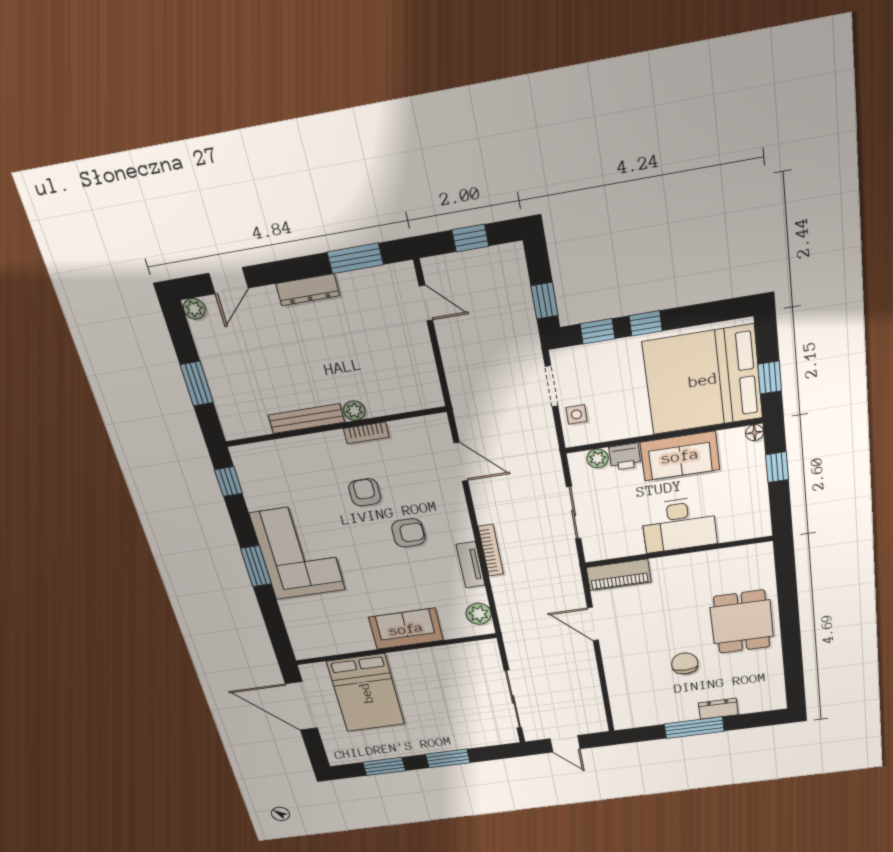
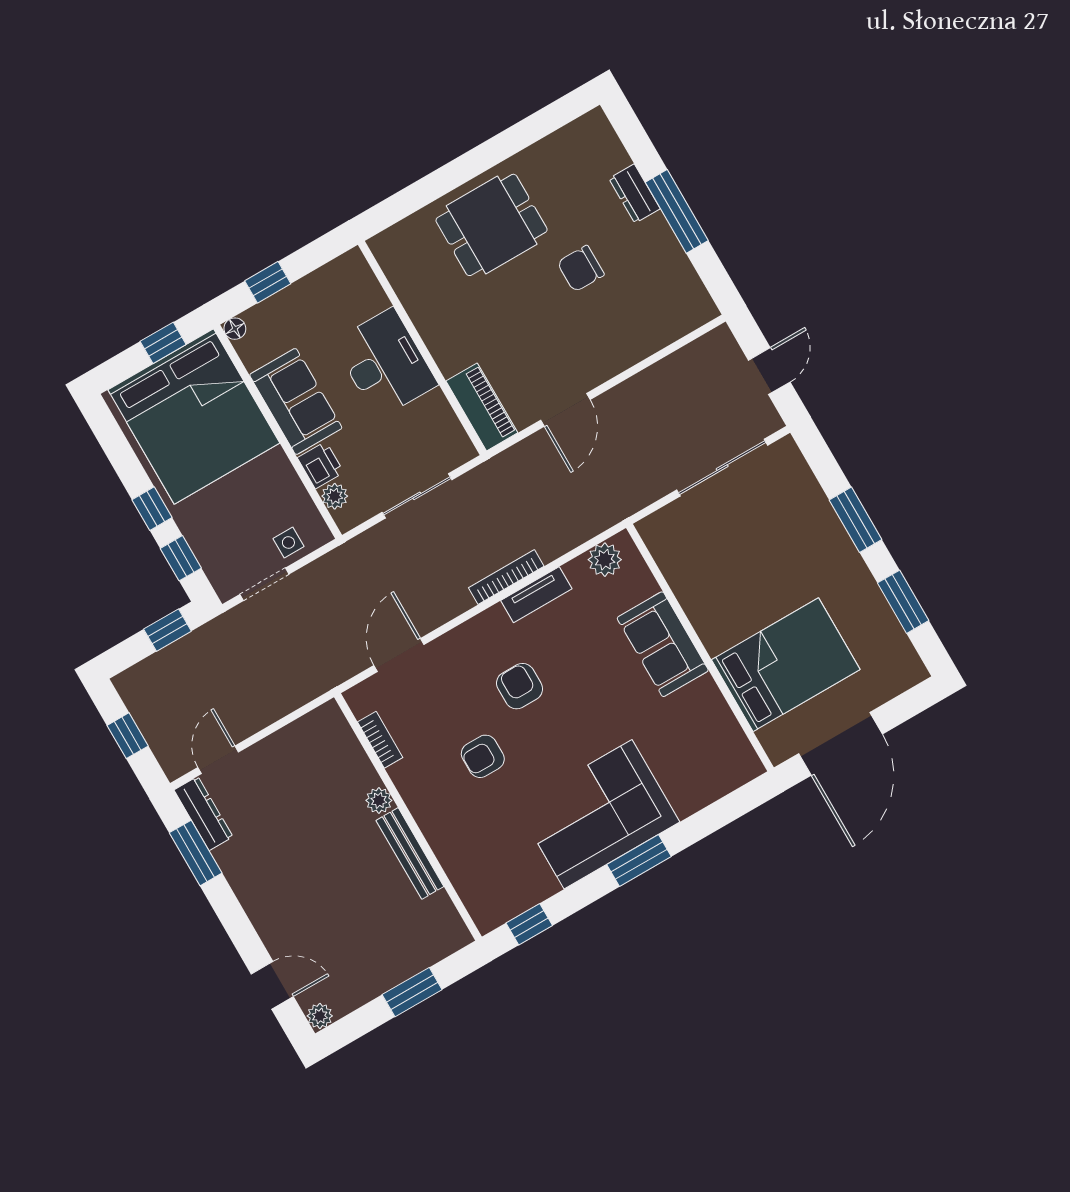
dresser: (308, 290) -> (203, 813), moved
bookcase: (366, 433) -> (380, 740), moved

